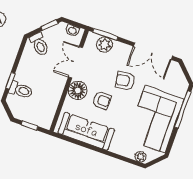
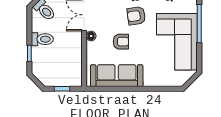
toilet: (21, 90) -> (42, 39), moved
floor lamp: (78, 90) -> (91, 36), width x0.53, depth x0.53
plant: (140, 157) -> (176, 81), removed

